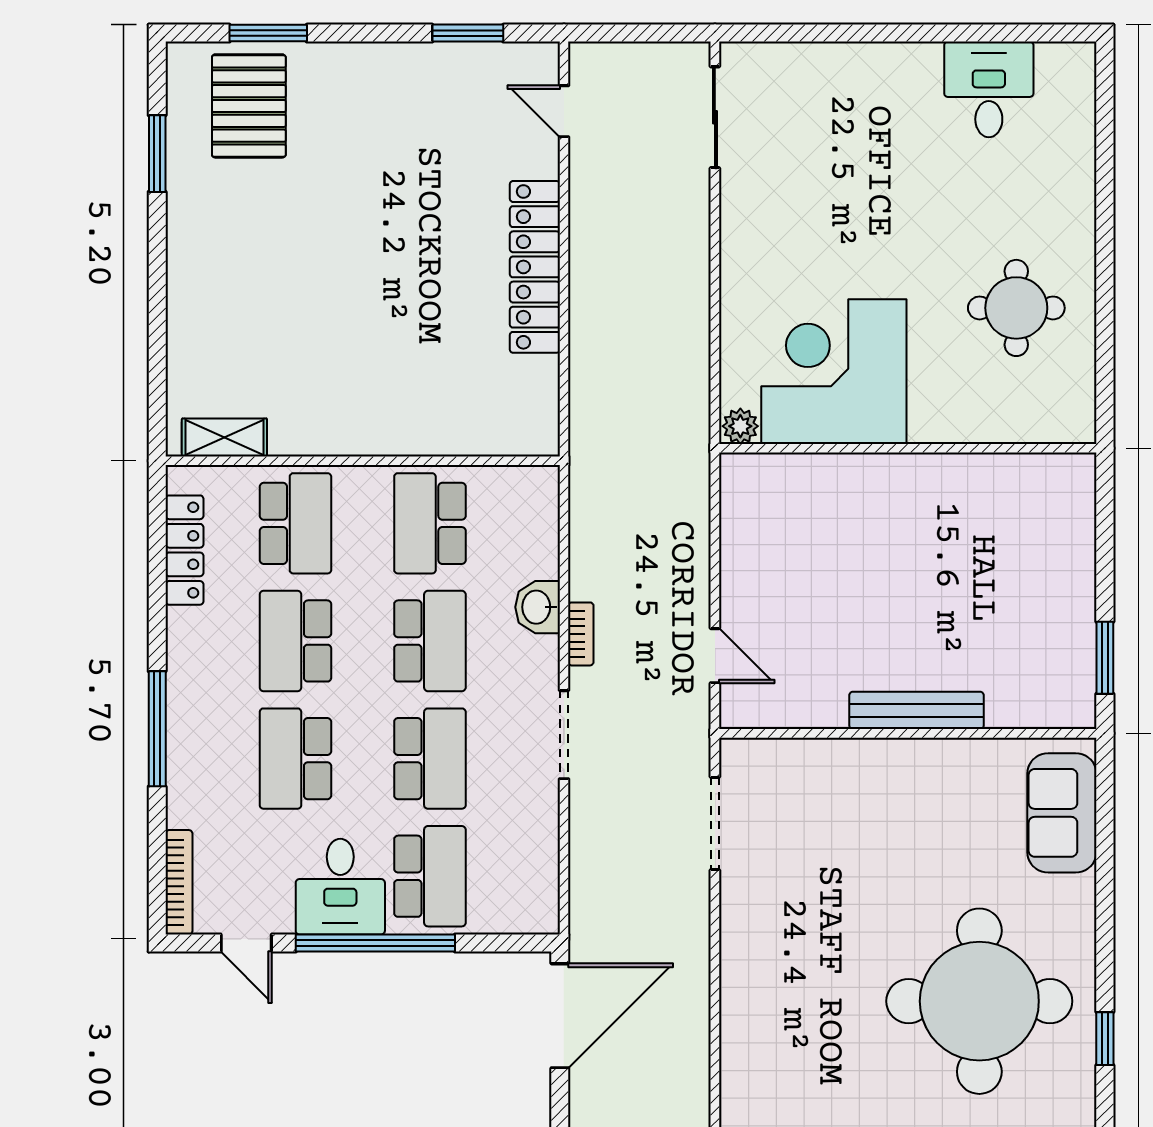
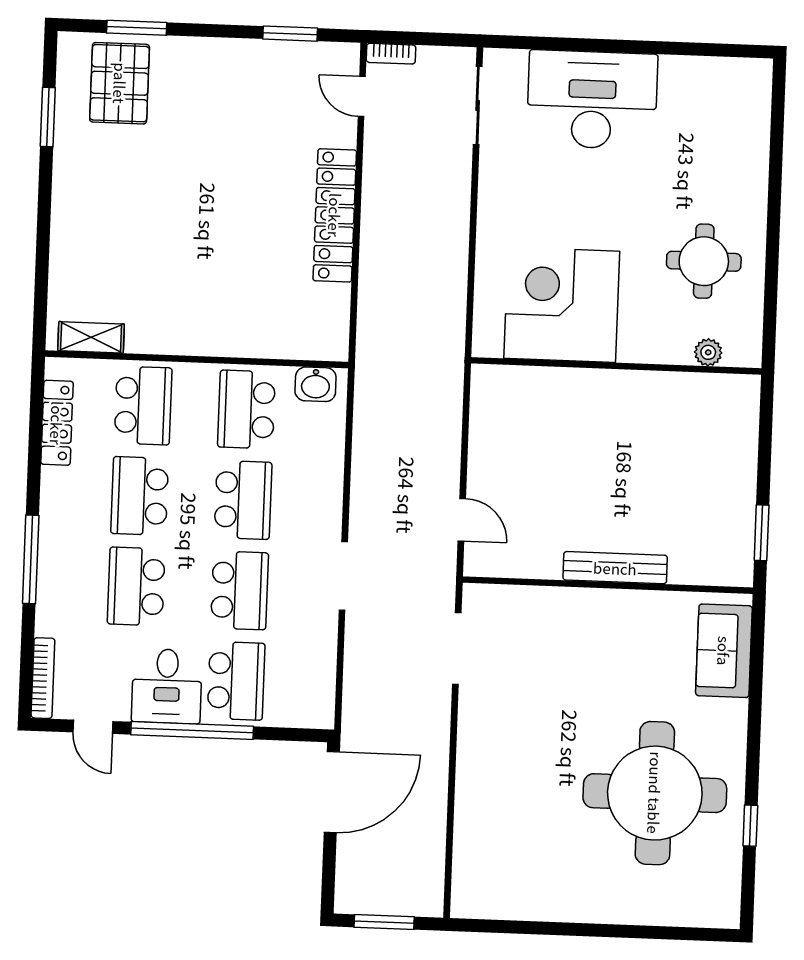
desk: (989, 89) -> (592, 100), moved, width x1.87, depth x1.30
plant: (740, 426) -> (708, 352), moved
washbasin: (538, 607) -> (316, 384), moved, turned -90
bookcase: (581, 634) -> (391, 54), moved, turned 90

